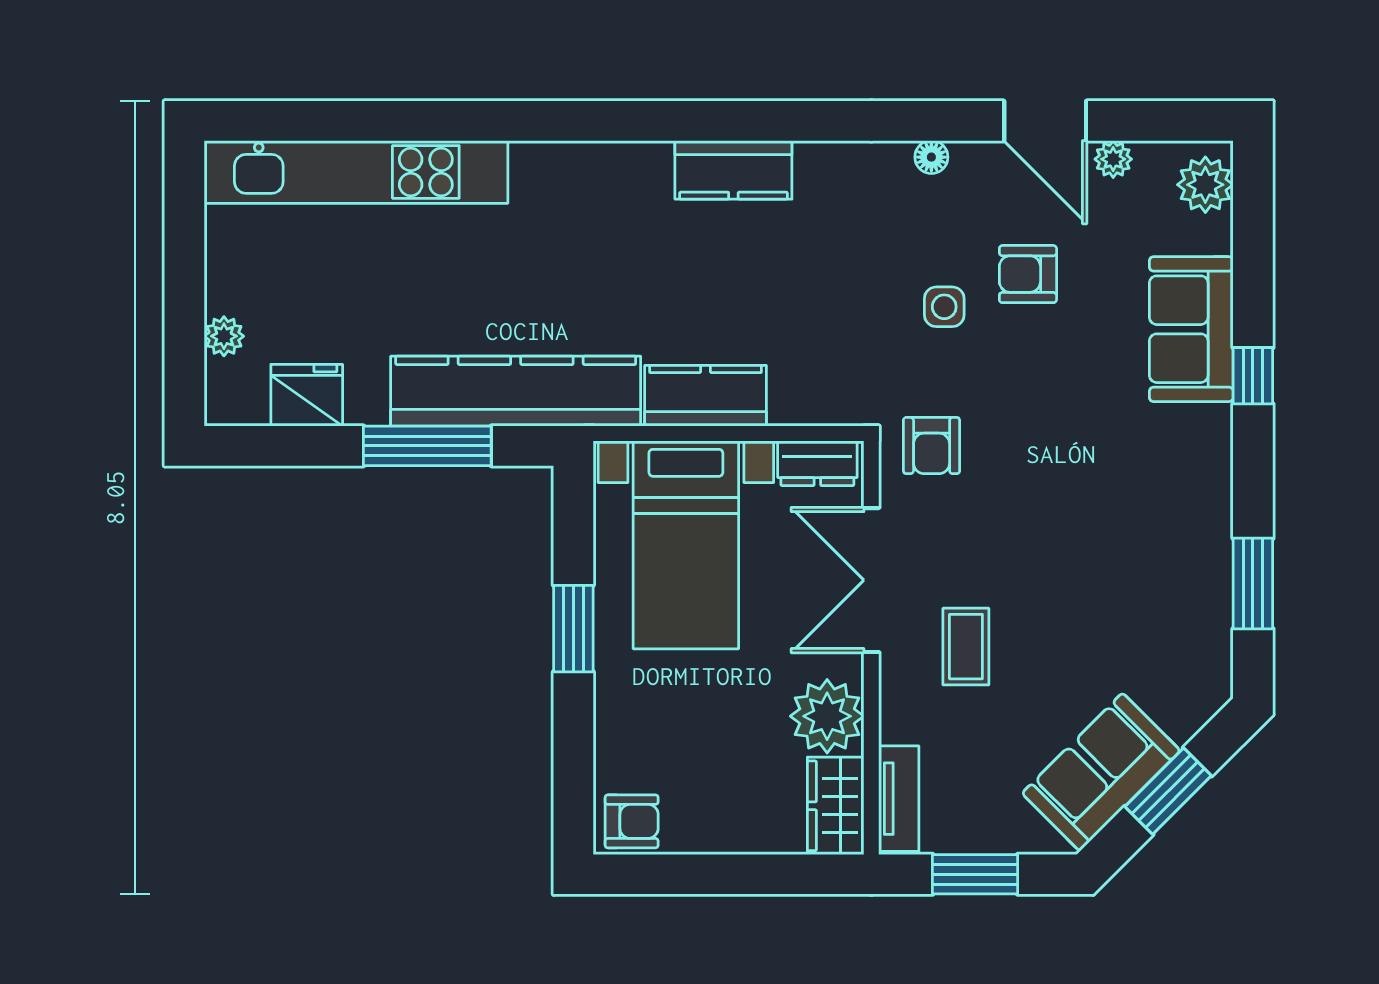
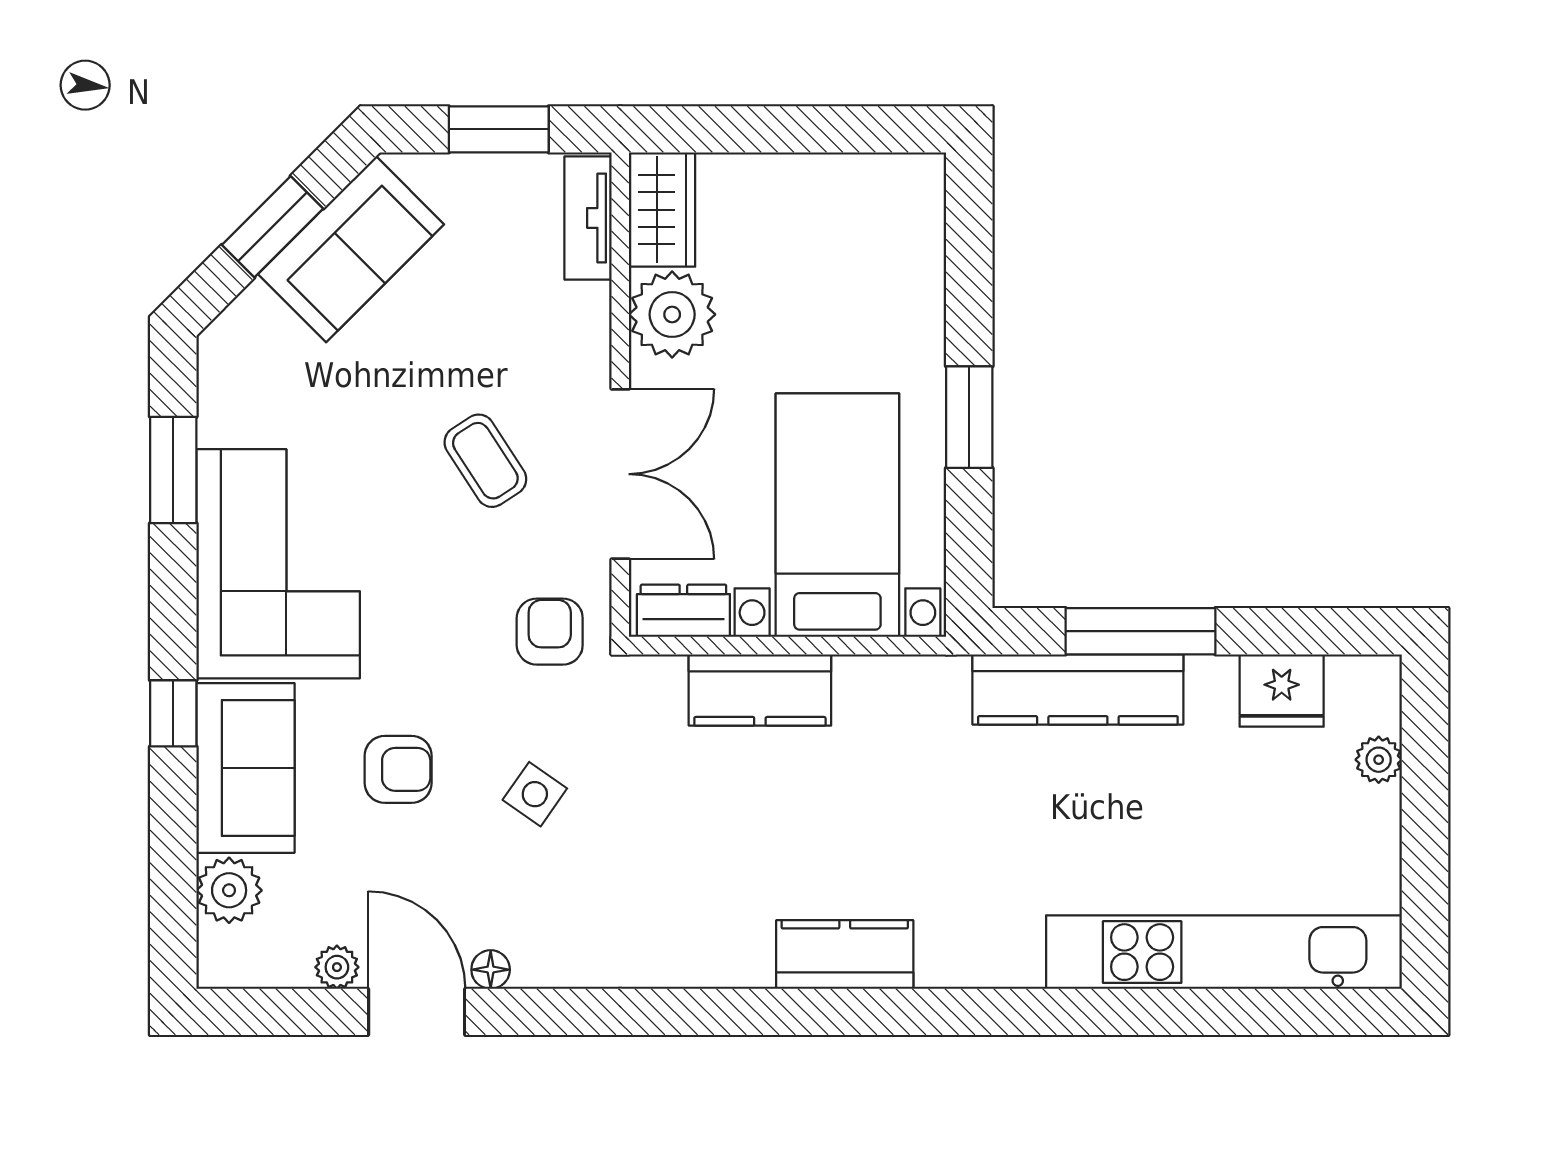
floor lamp: (931, 157) -> (491, 970), moved
kitchen counter: (733, 170) -> (845, 955), moved
plant: (1205, 185) -> (229, 890), moved
armchair: (1028, 274) -> (398, 769), moved
side table: (944, 307) -> (535, 794), turned 35
kitchen counter: (516, 391) -> (1078, 689), width x0.72, depth x0.86
kitchen counter: (705, 396) -> (760, 690), moved
corner sofa: (1163, 503) -> (278, 564), added
coffee table: (966, 647) -> (485, 461), moved, turned -33
armchair: (632, 821) -> (901, 191), removed

